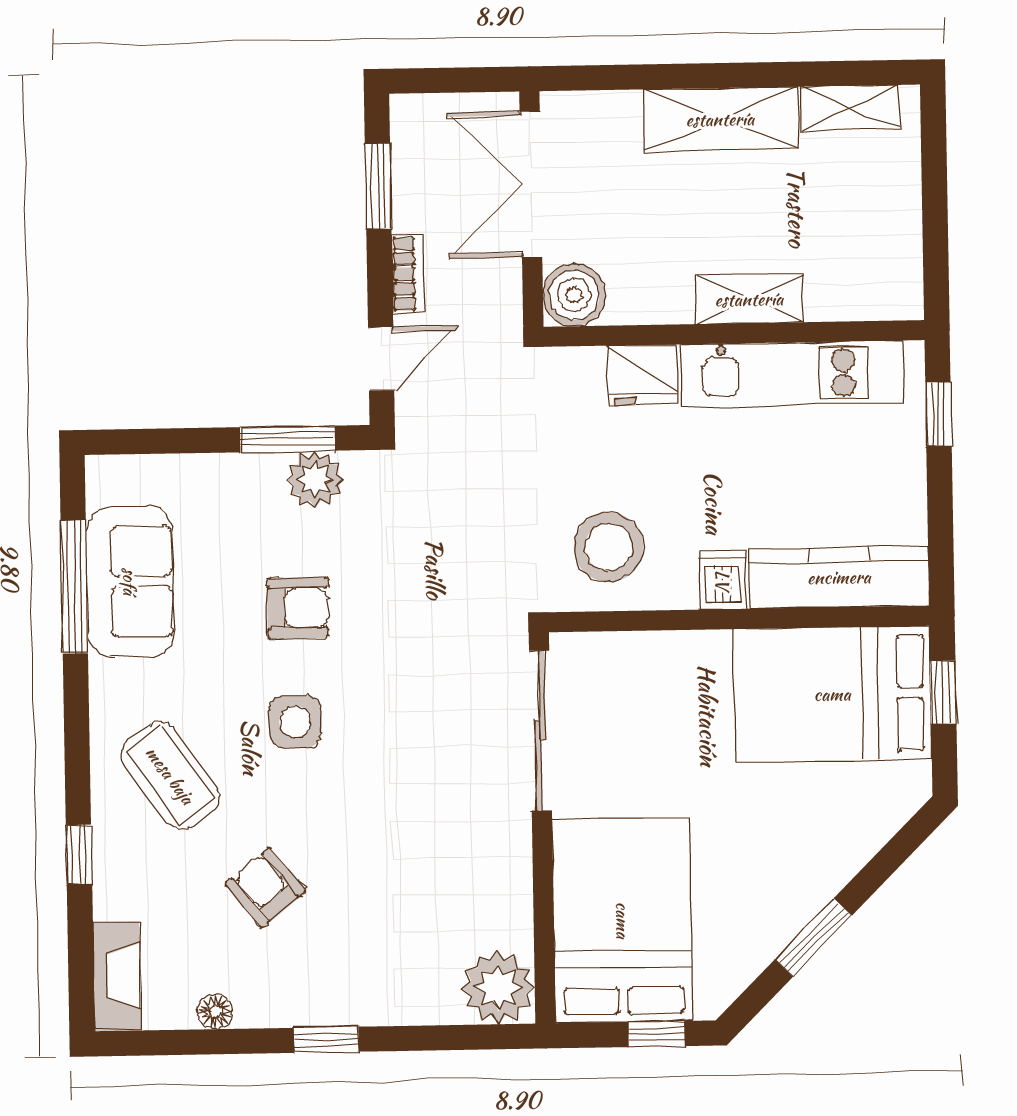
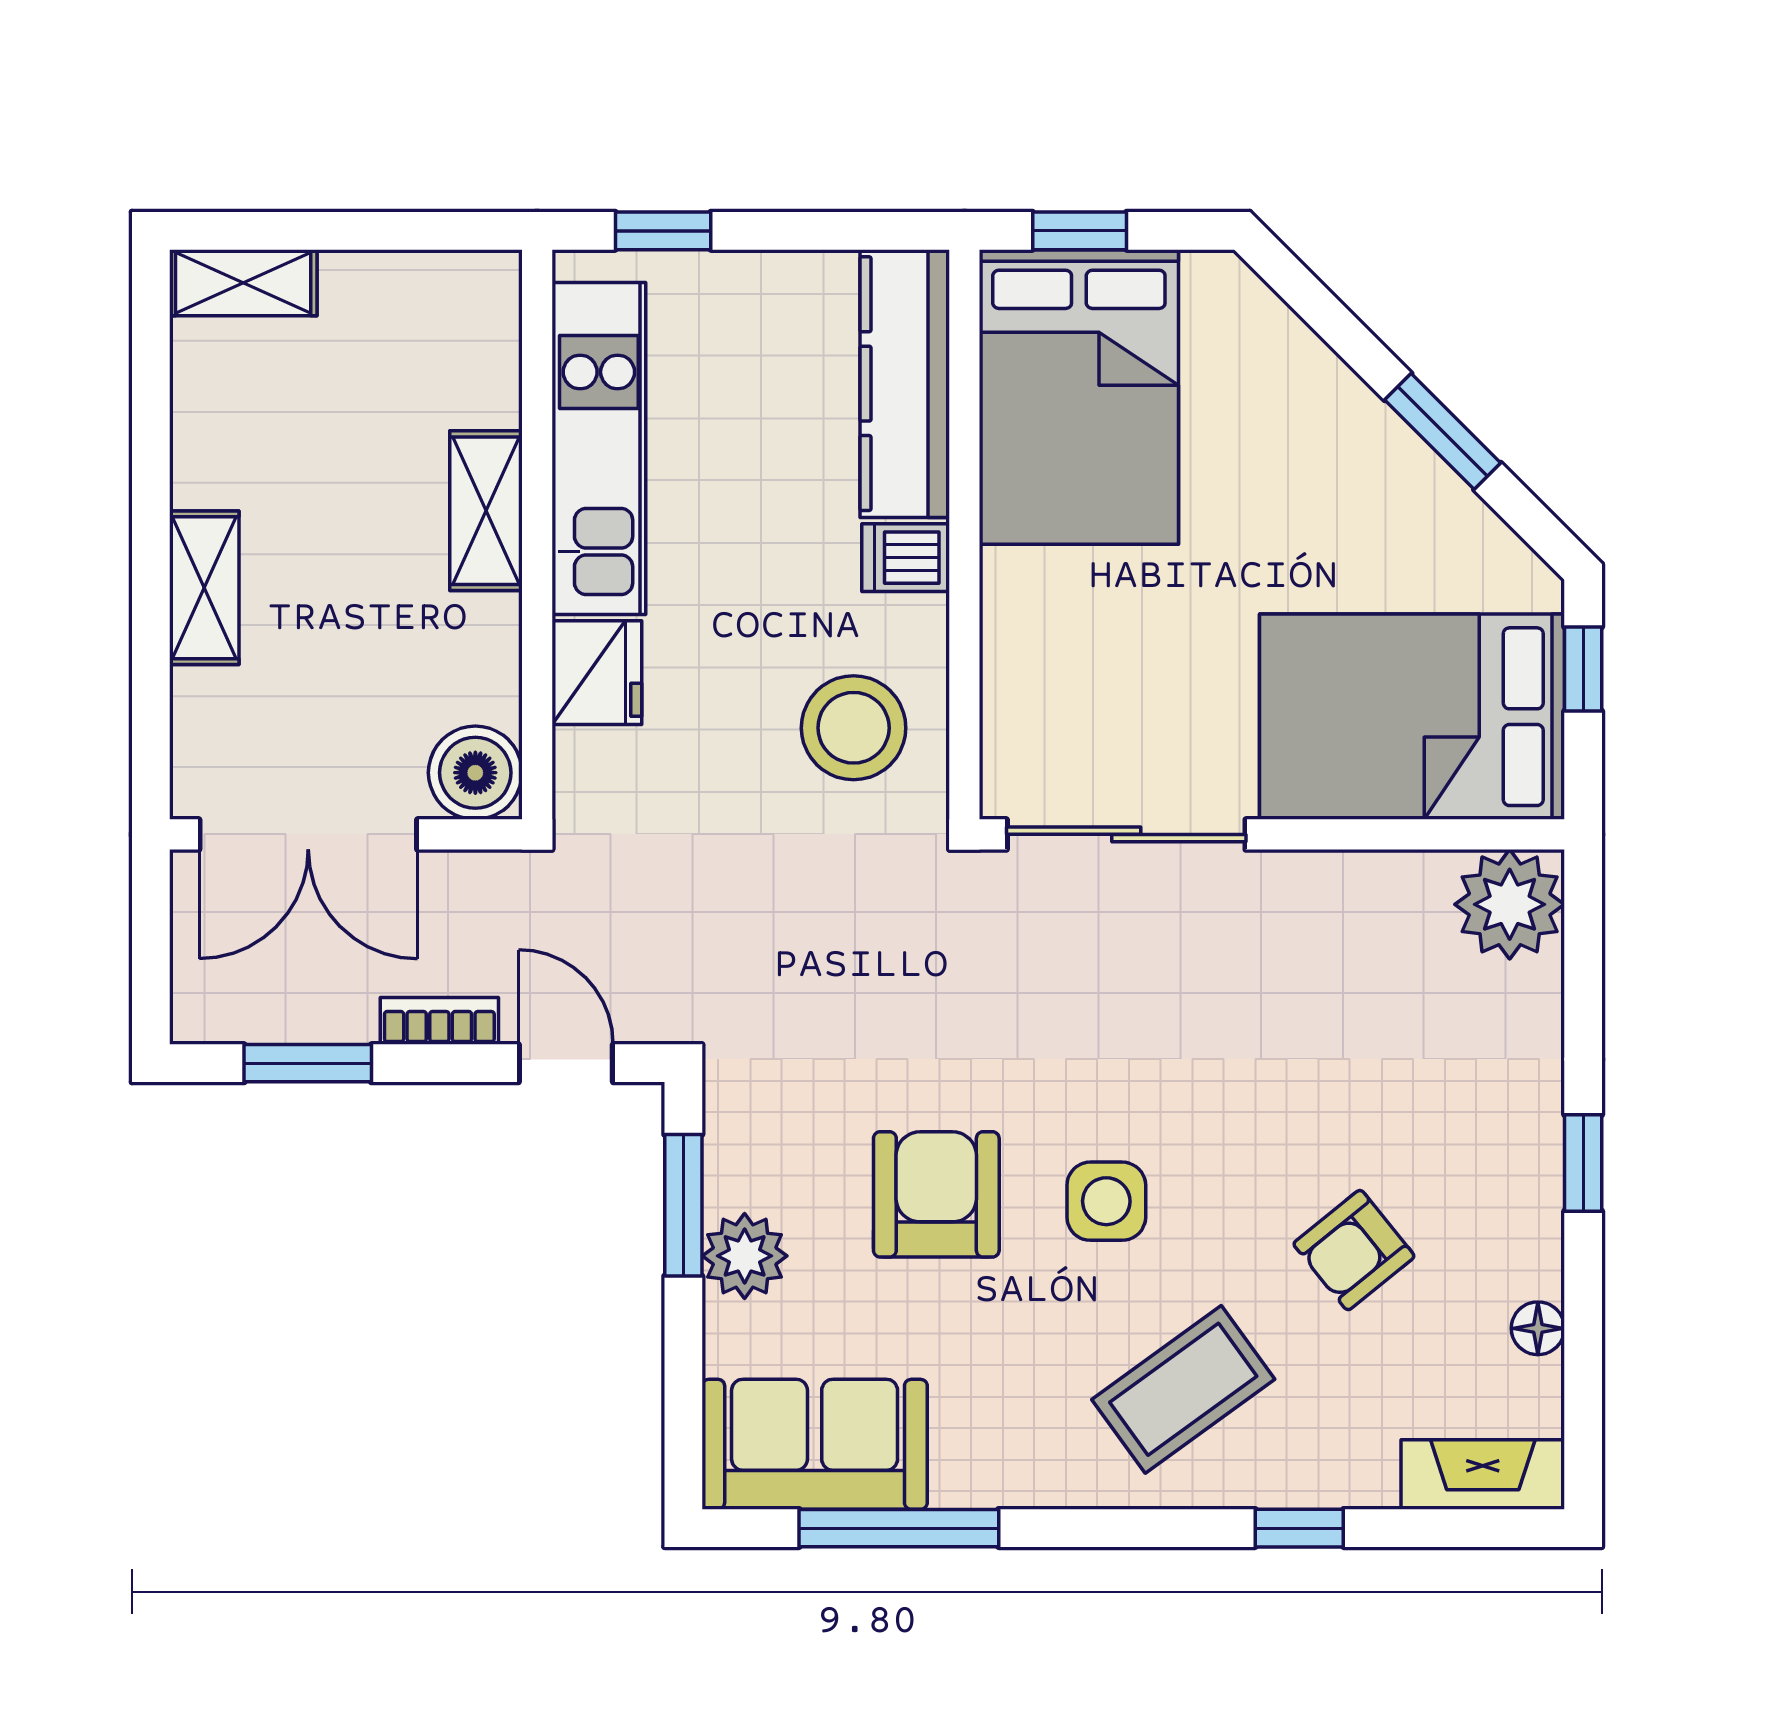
shelving: (851, 108) -> (243, 283), moved, turned 90
shelving: (720, 119) -> (204, 588), width x0.67, depth x0.75
plant: (315, 479) -> (745, 1256), moved
sofa: (130, 581) -> (815, 1444), moved
armchair: (298, 608) -> (936, 1194), width x1.38, depth x1.38

